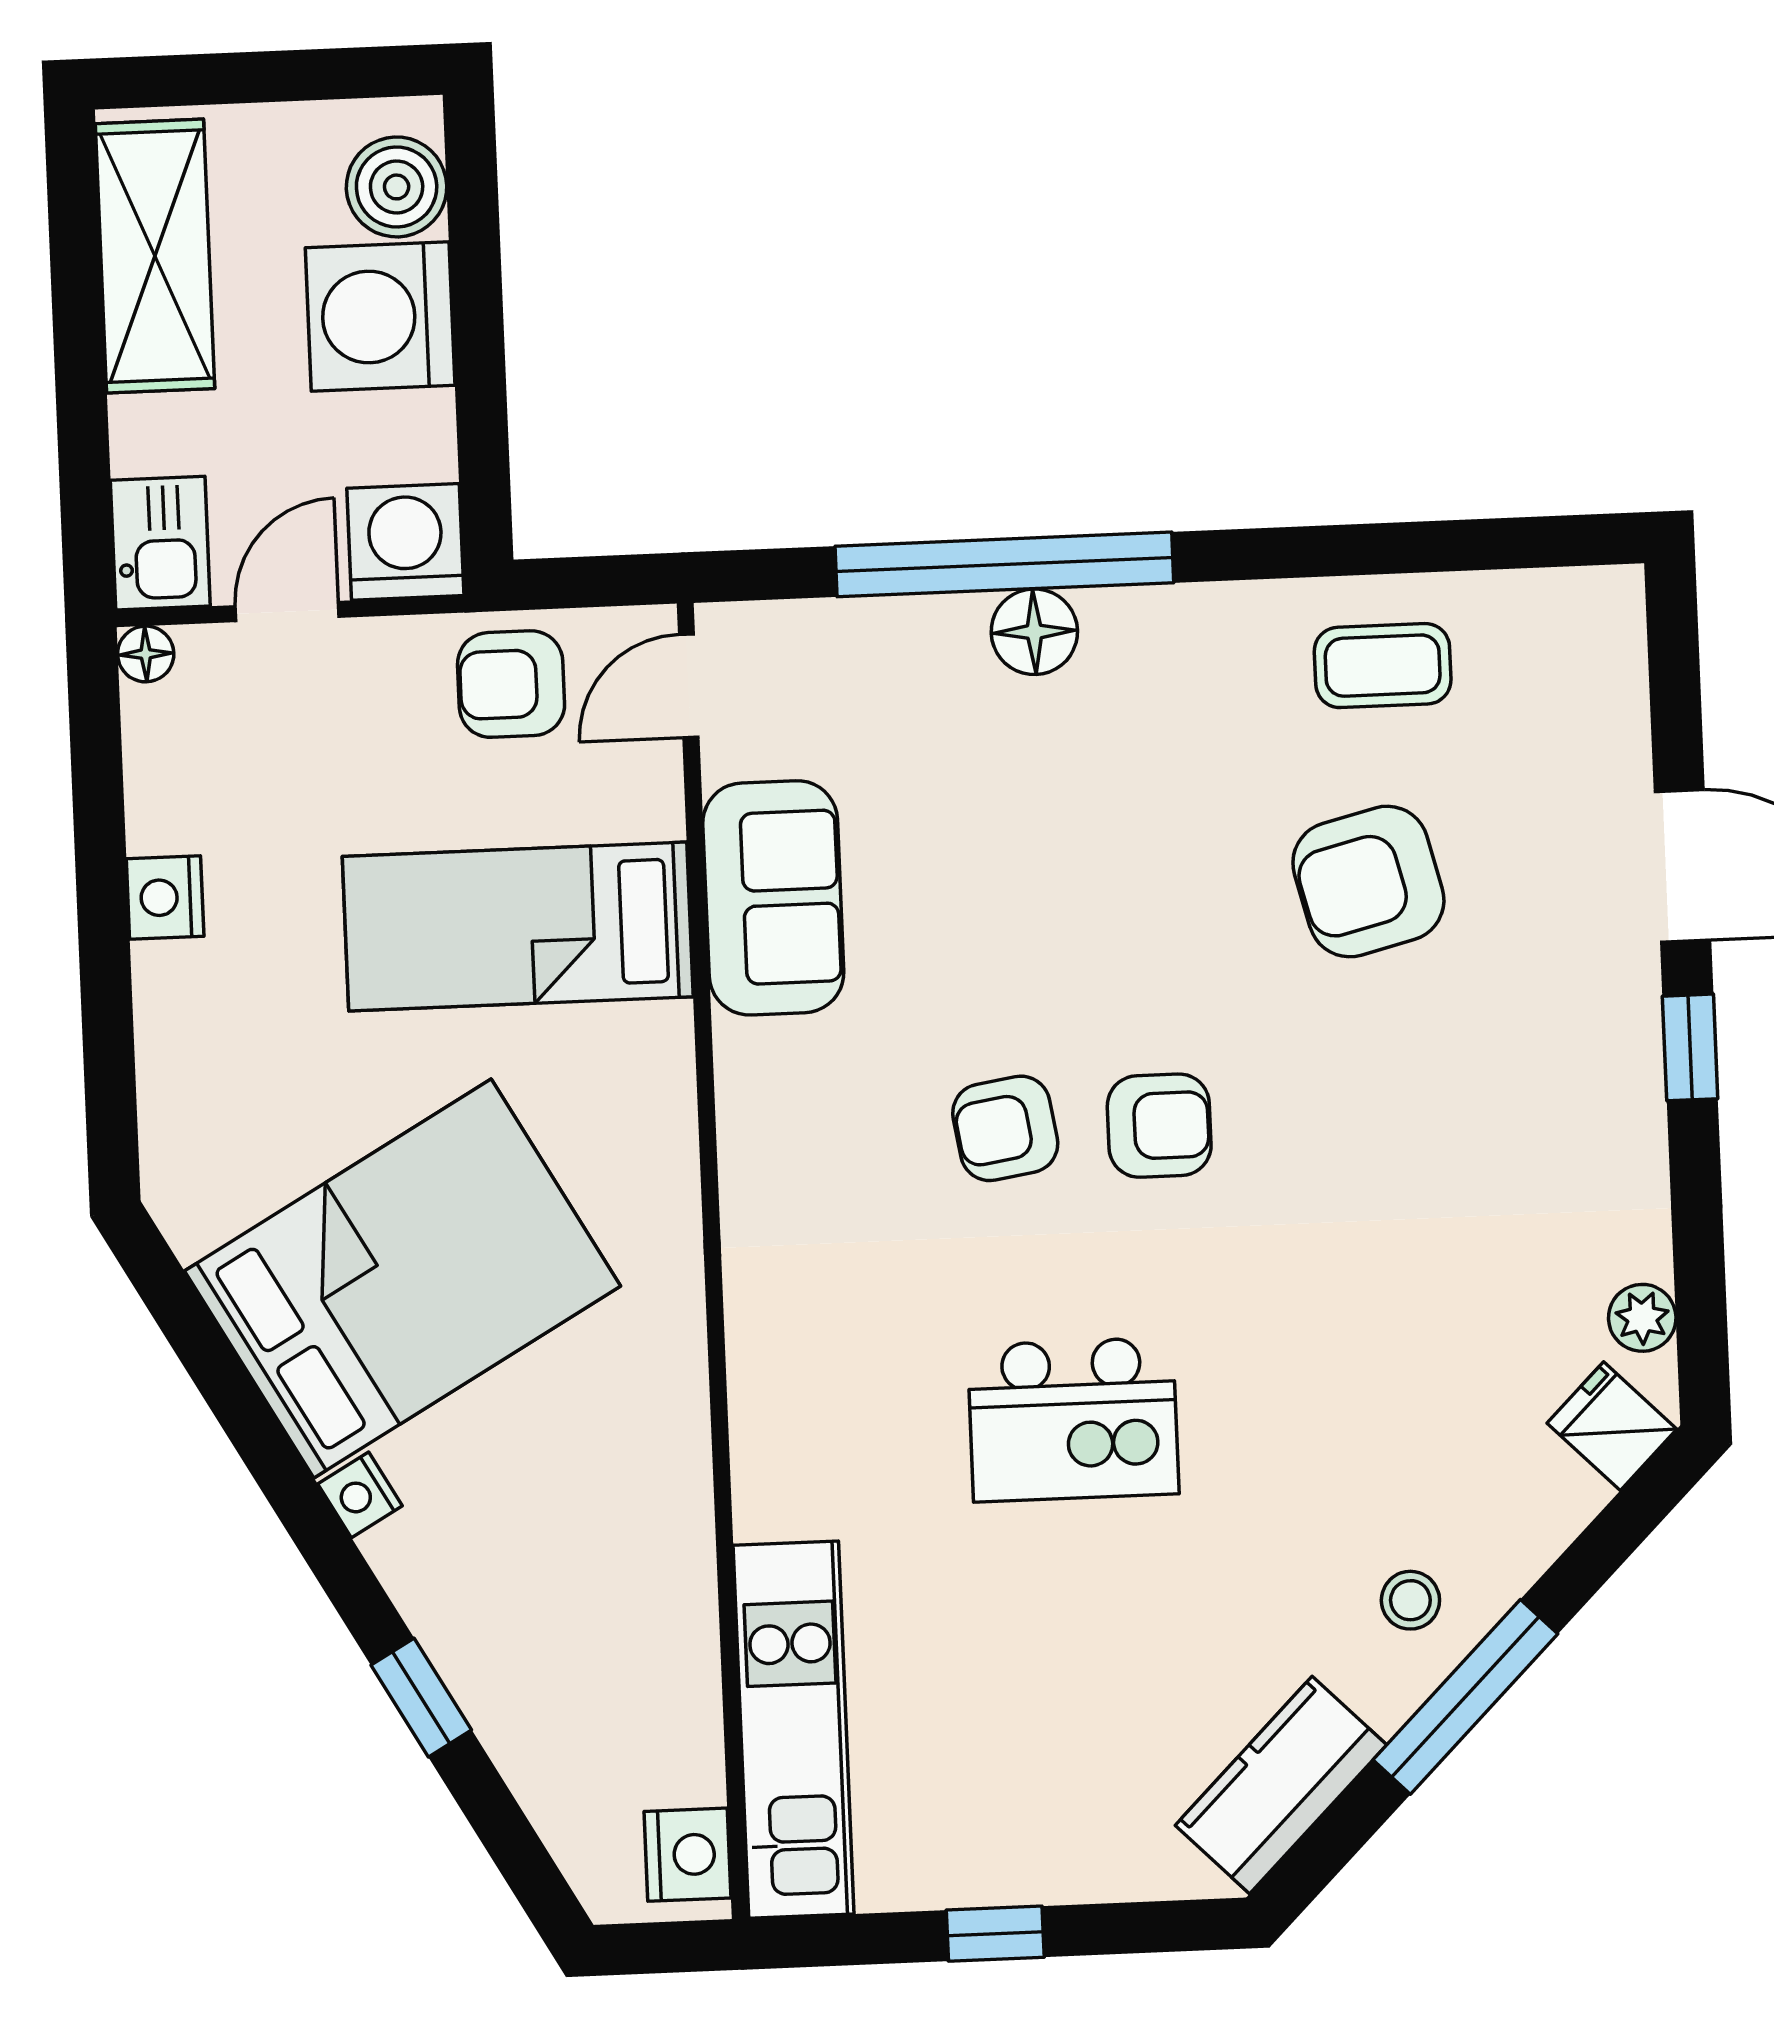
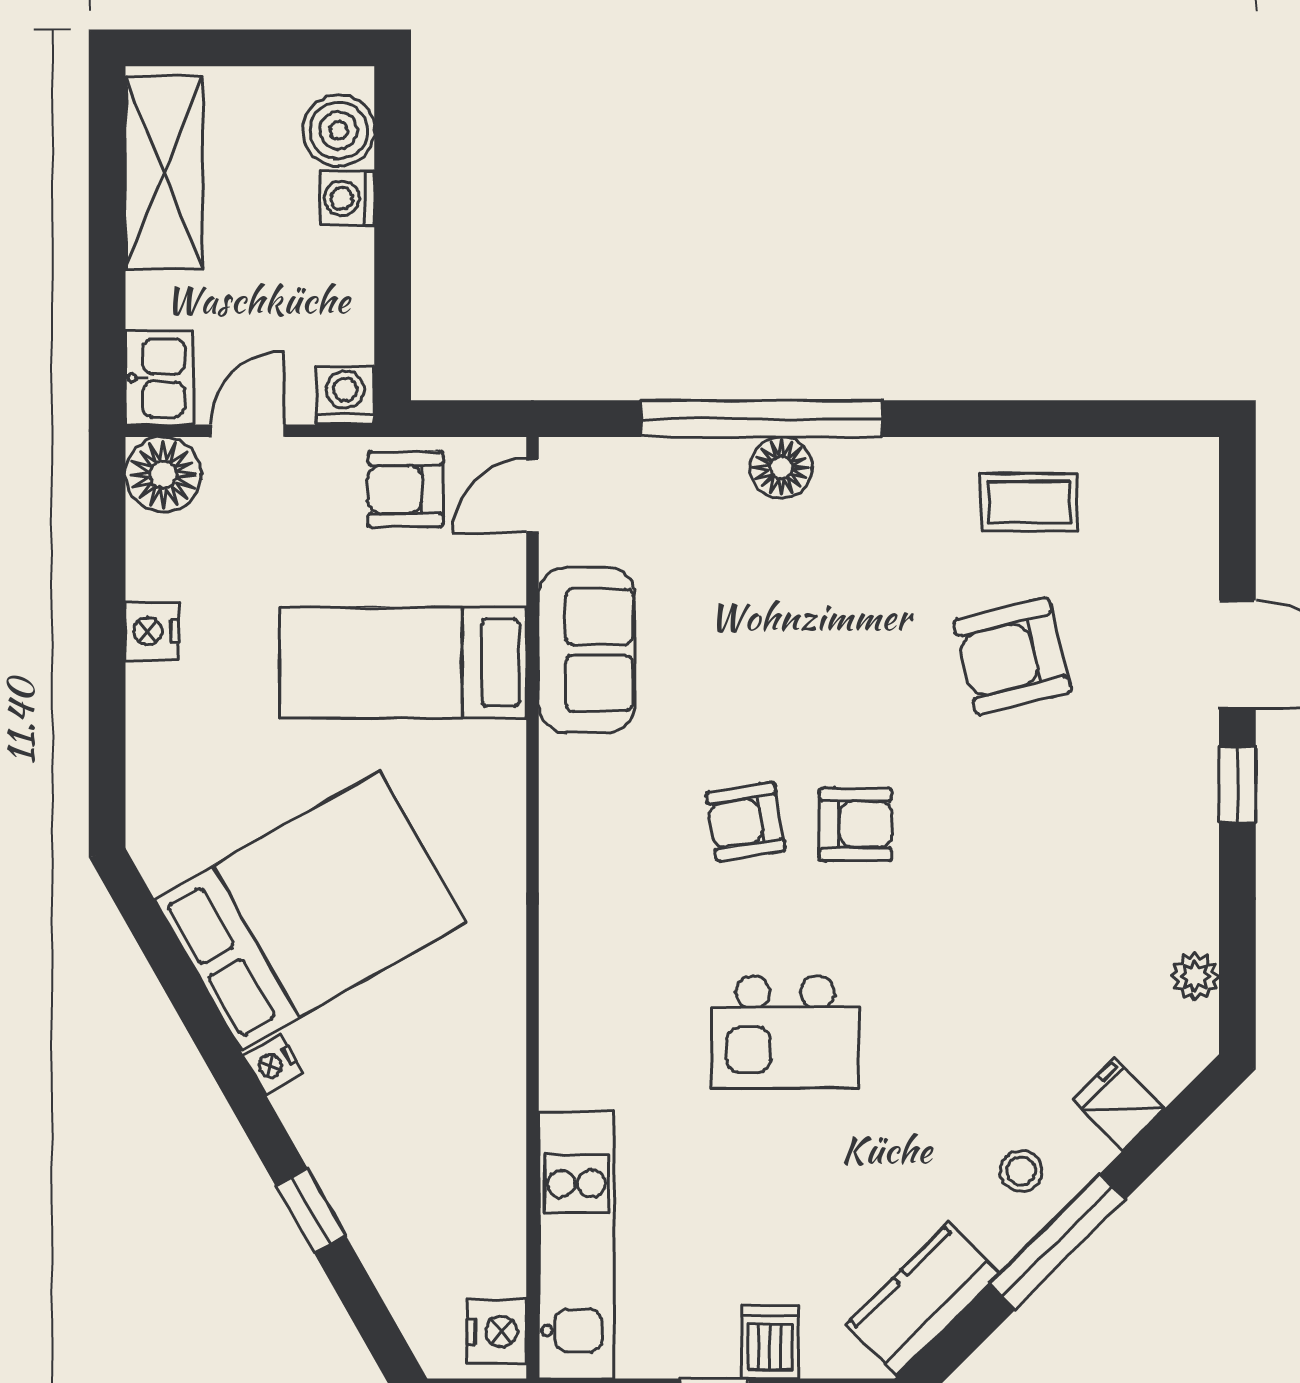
washing machine: (380, 317) -> (347, 198), width x0.53, depth x0.53
washing machine: (405, 542) -> (345, 395), width x0.73, depth x0.73
floor lamp: (146, 654) -> (163, 475), width x1.89, depth x1.89
fridge: (1612, 1426) -> (1119, 1104), moved
dishwasher: (1070, 1854) -> (770, 1342), added

